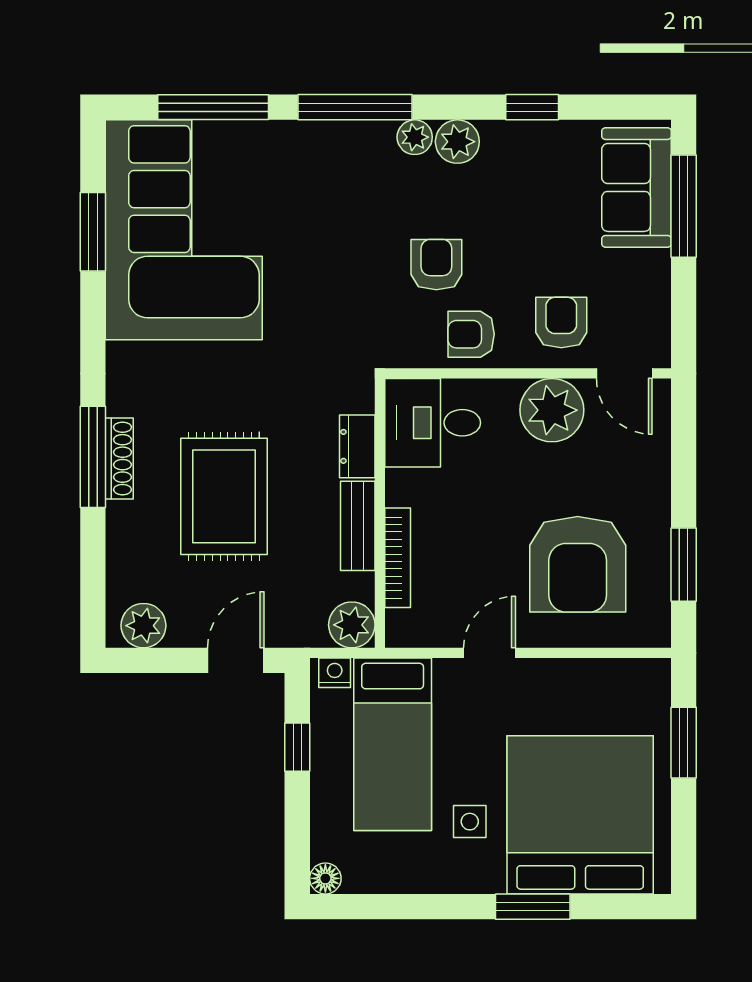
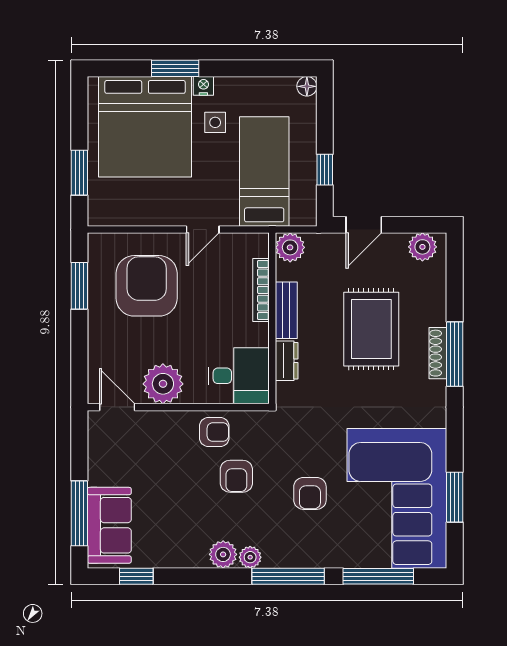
window: (532, 107) -> (136, 576), moved
armchair: (561, 323) -> (310, 493), moved
nightstand: (335, 673) -> (203, 86), moved, turned 180

